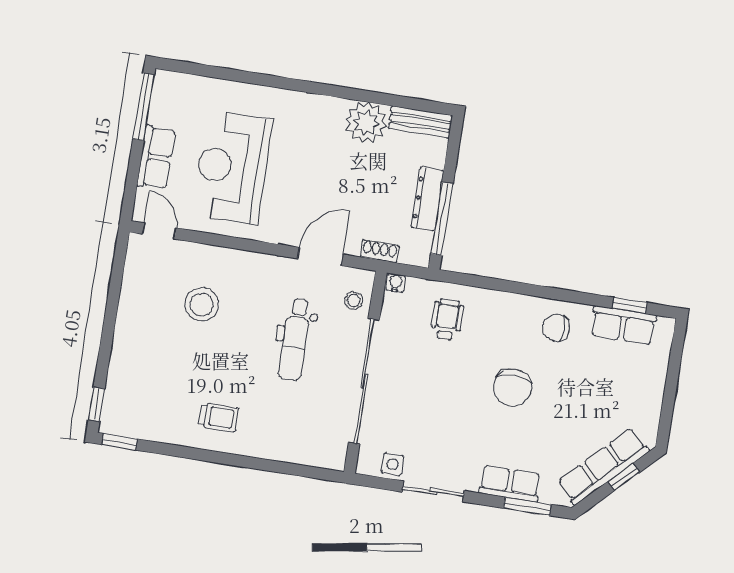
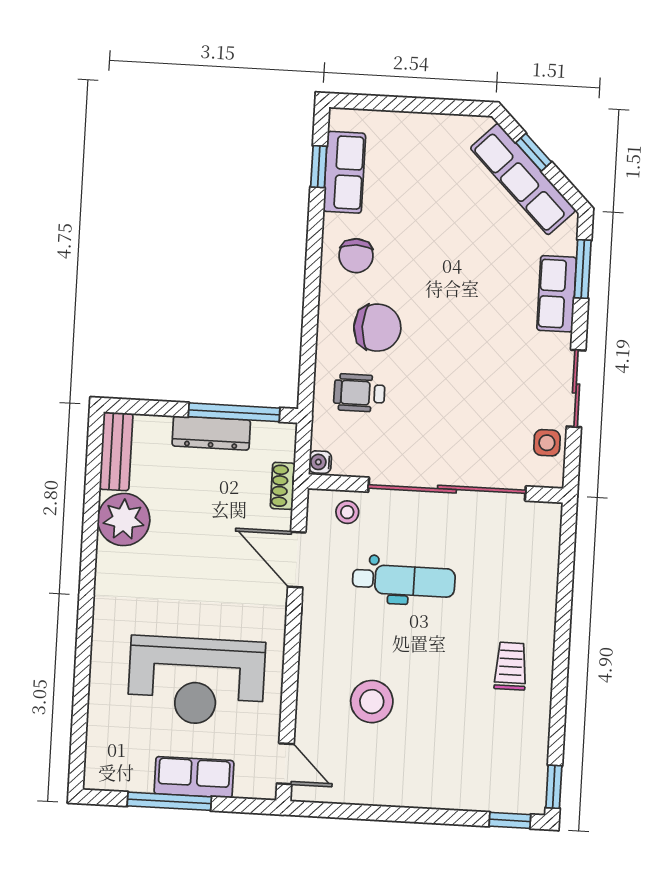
window: (144, 107) -> (169, 801), moved
door: (159, 231) -> (285, 764), swing flipped
chair: (512, 388) -> (377, 328), moved

